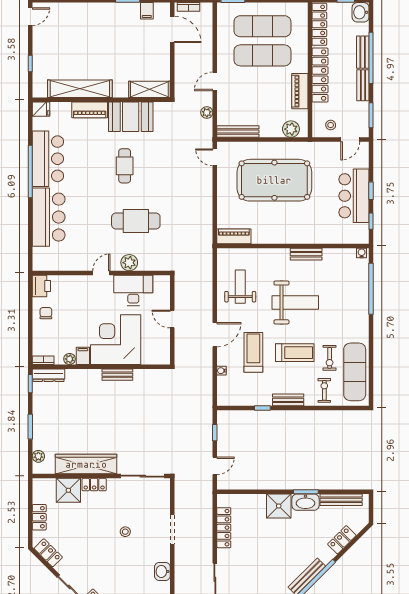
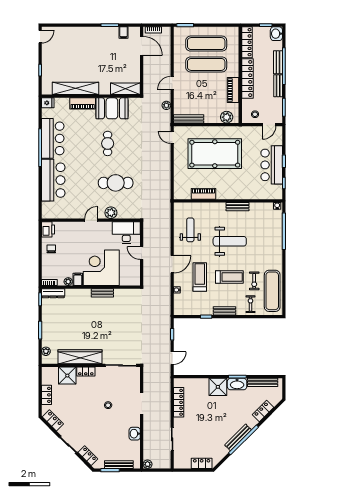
piano: (234, 236) -> (203, 194), moved
desk: (133, 290) -> (126, 233), moved

